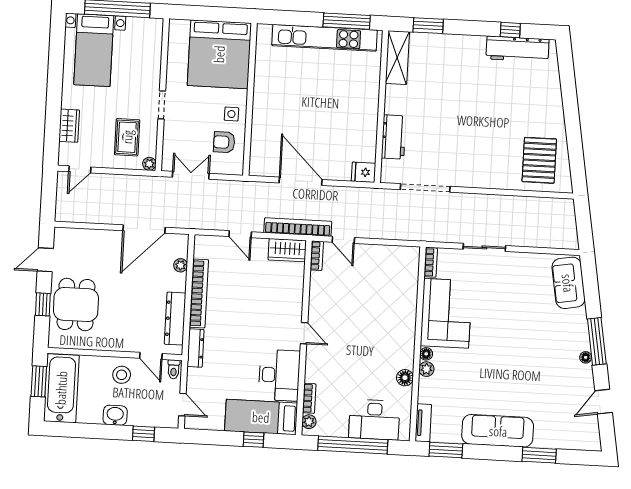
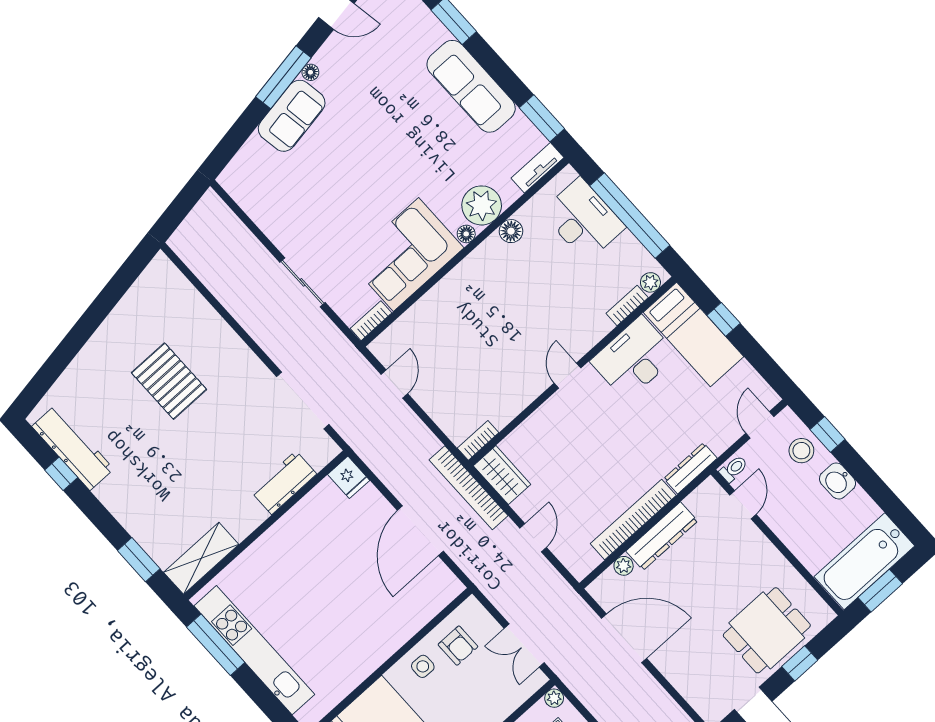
pallet: (539, 160) -> (169, 381), moved, turned 90
door: (343, 240) -> (394, 384), moved
sofa: (568, 283) -> (292, 116), moved
dresser: (175, 319) -> (662, 536), moved
plant: (426, 369) -> (482, 205), width x1.87, depth x1.87
stool: (122, 375) -> (801, 451), moved

